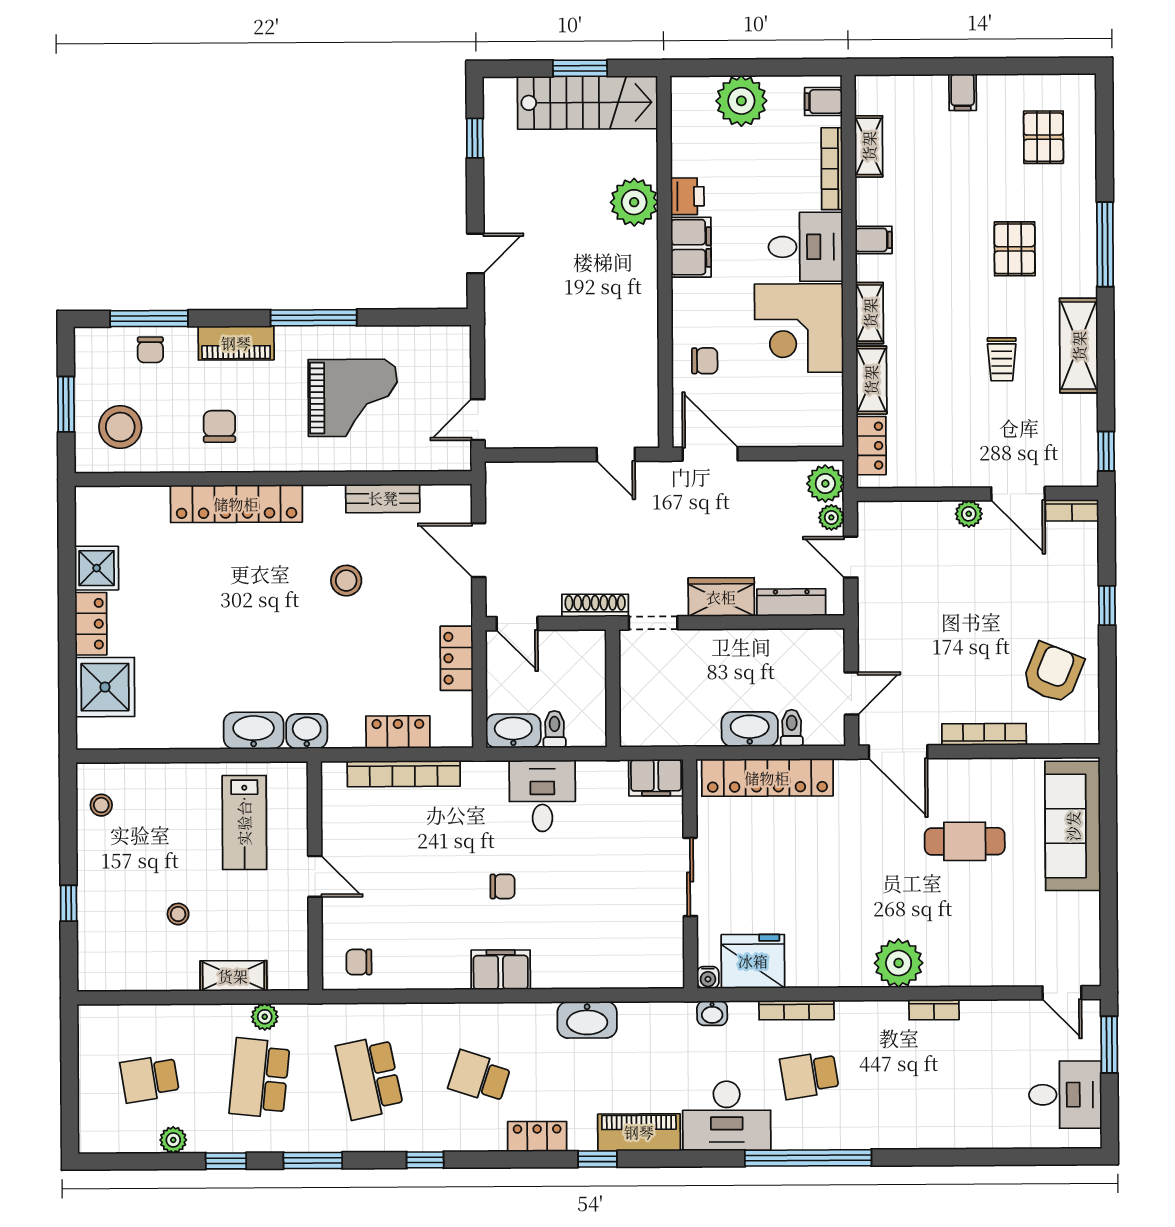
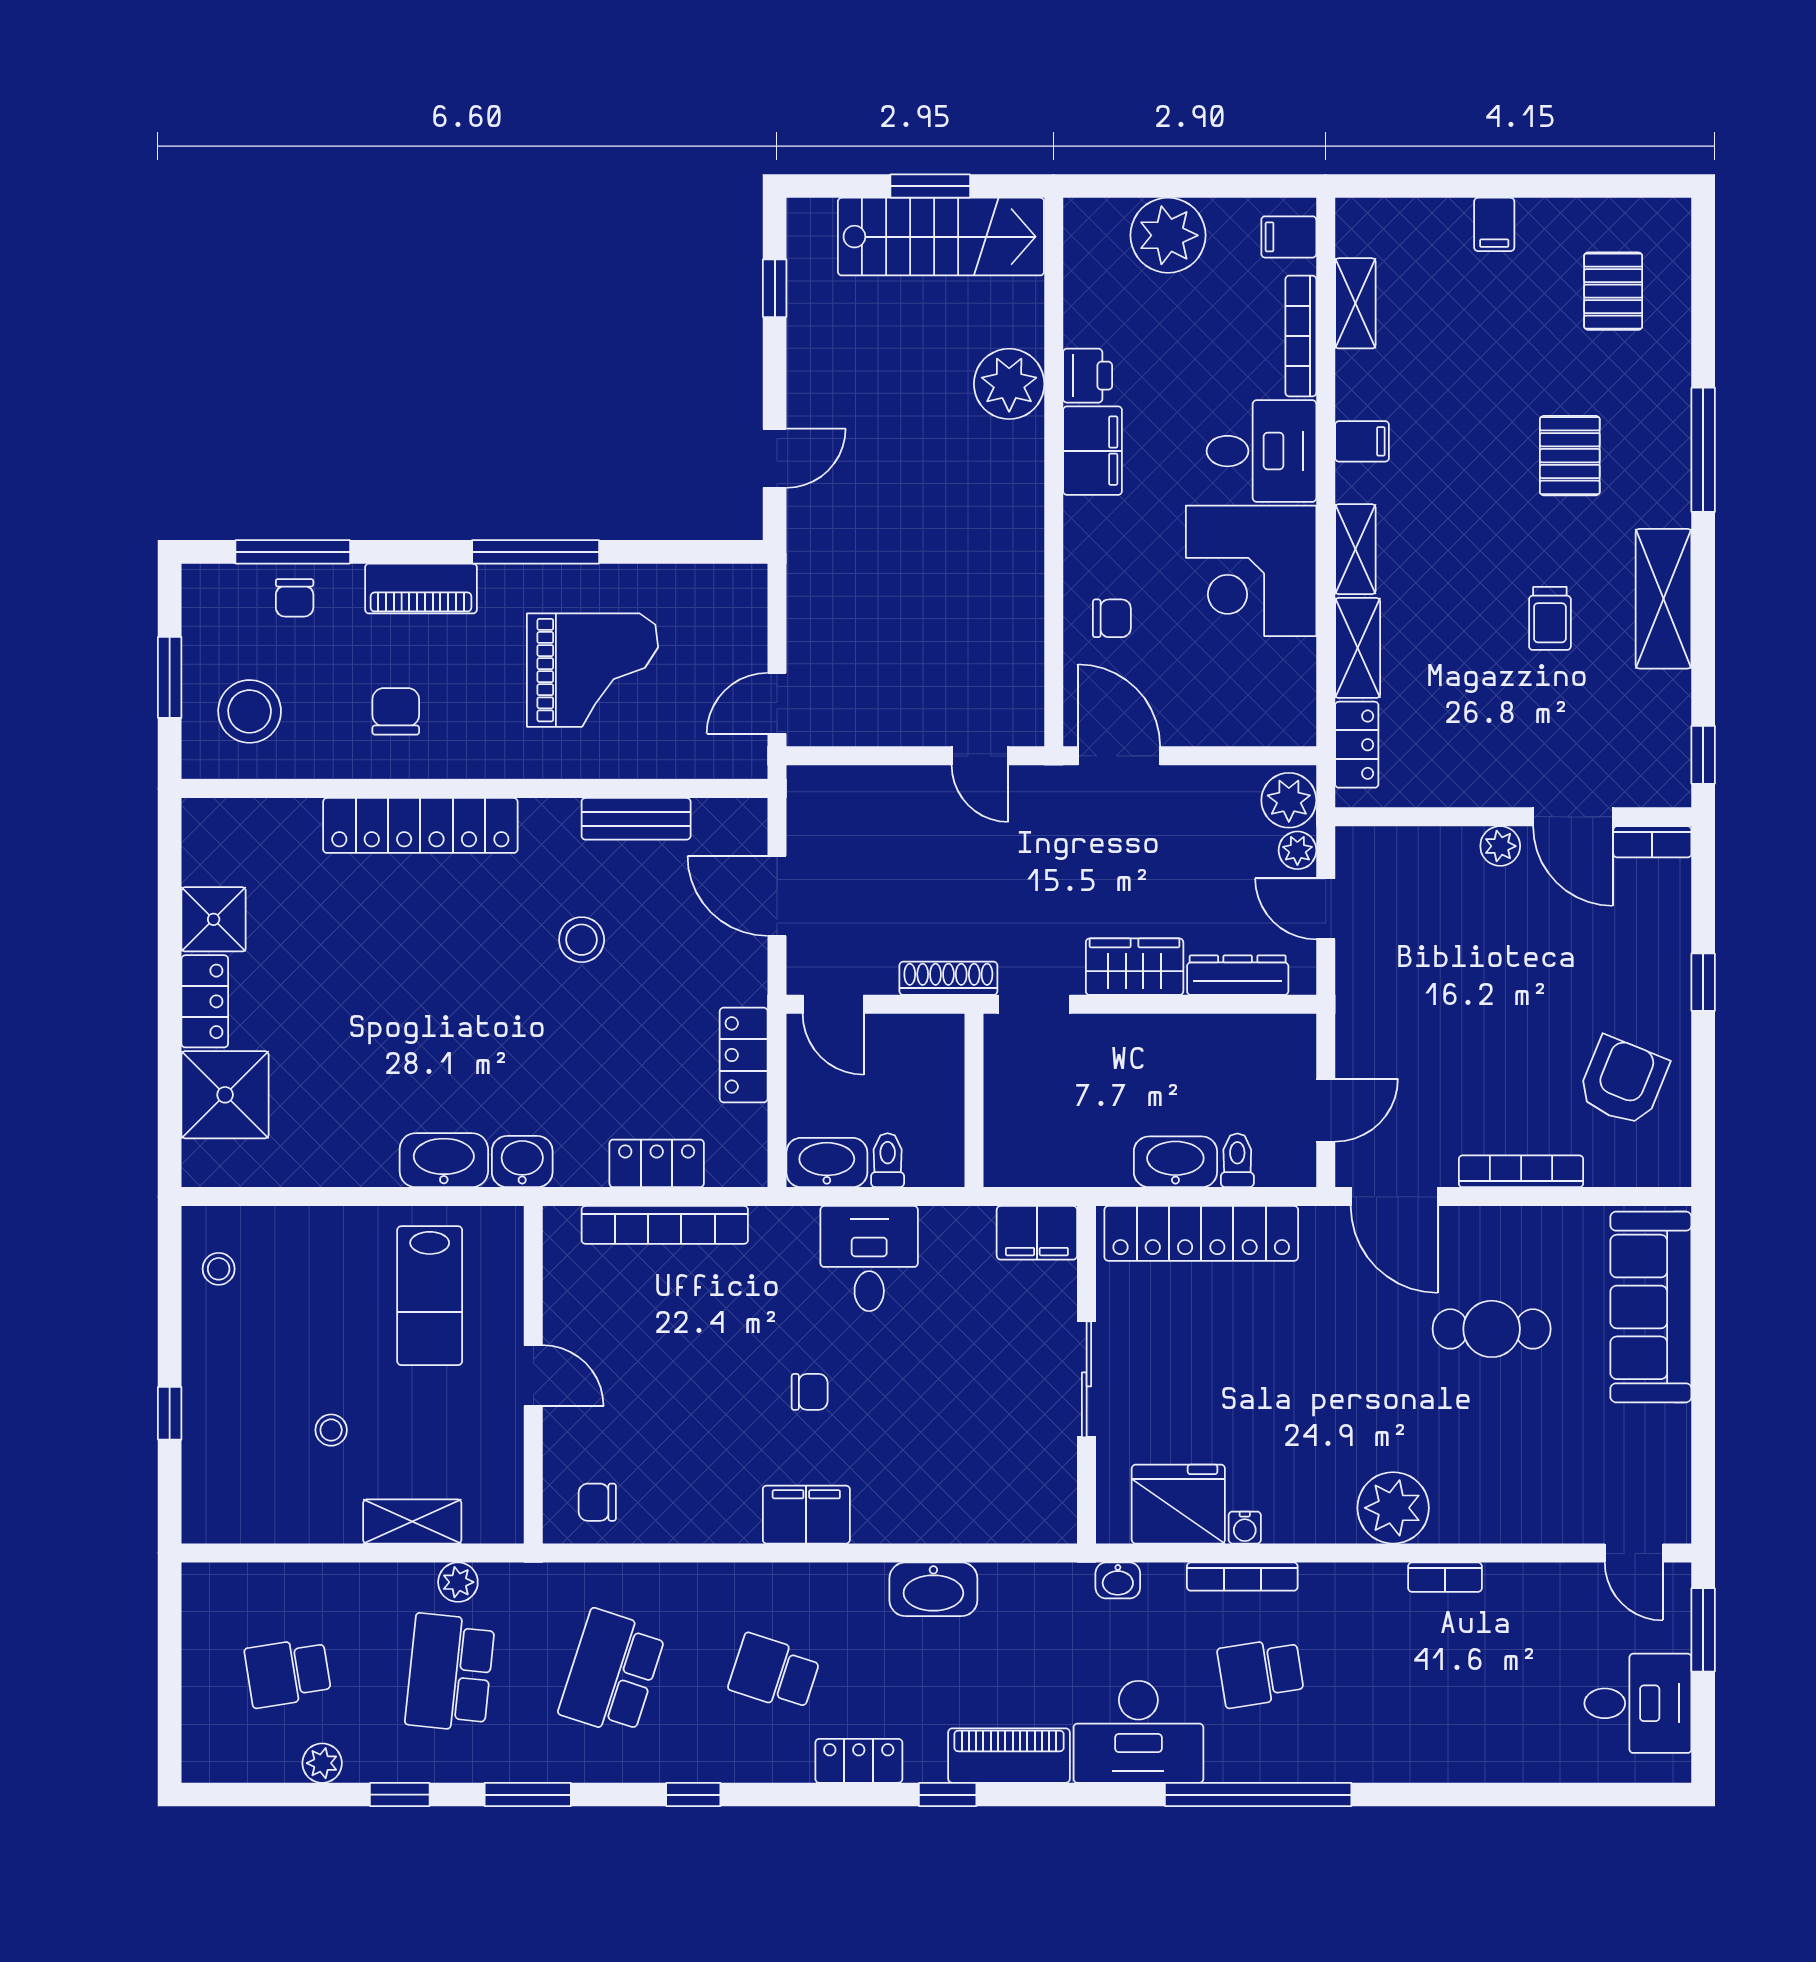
water cooler: (708, 977) -> (1245, 1528), moved
school desk: (370, 1077) -> (612, 1673), turned 30

